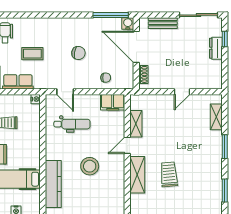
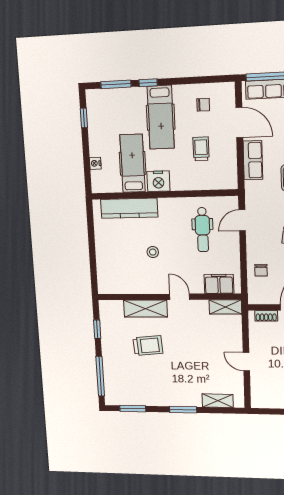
nightstand: (36, 99) -> (158, 181), moved, width x1.89, depth x1.79
filing cabinet: (113, 102) -> (219, 284), moved, turned 90
shelving: (136, 124) -> (225, 307), moved
stool: (90, 166) -> (153, 252), width x0.53, depth x0.53

